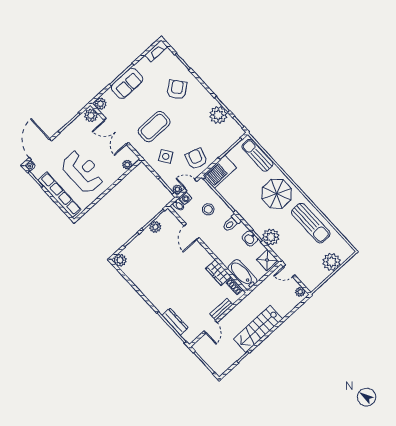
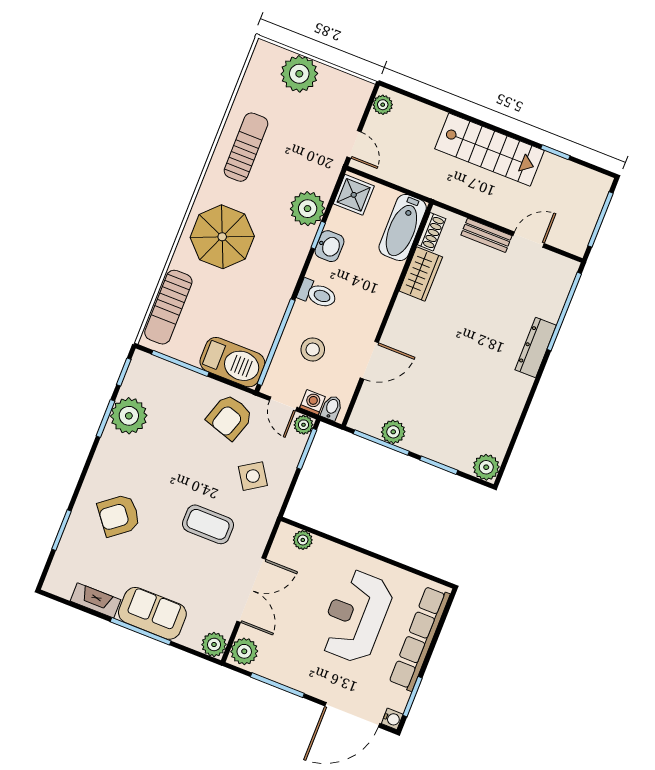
fireplace: (156, 51) -> (96, 600), moved
coffee table: (154, 127) -> (208, 524), width x0.73, depth x0.76
sun lounger: (311, 223) -> (246, 147), width x0.73, depth x0.75
dresser: (175, 322) -> (536, 347), moved

